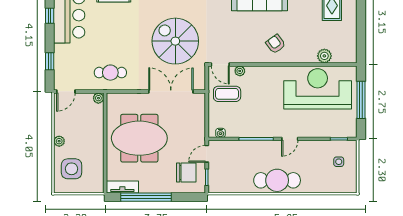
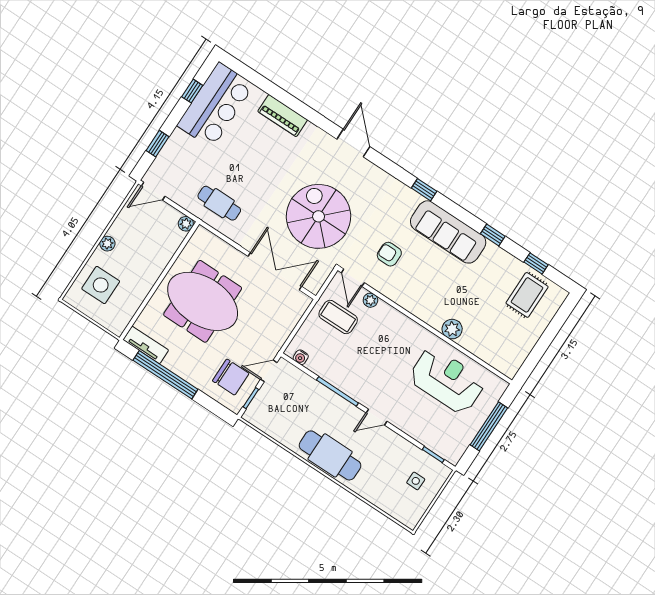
armchair: (276, 44) -> (389, 254), moved, turned -54
plant: (324, 56) -> (452, 329), moved
reception desk: (318, 89) -> (447, 380), width x0.74, depth x0.77

